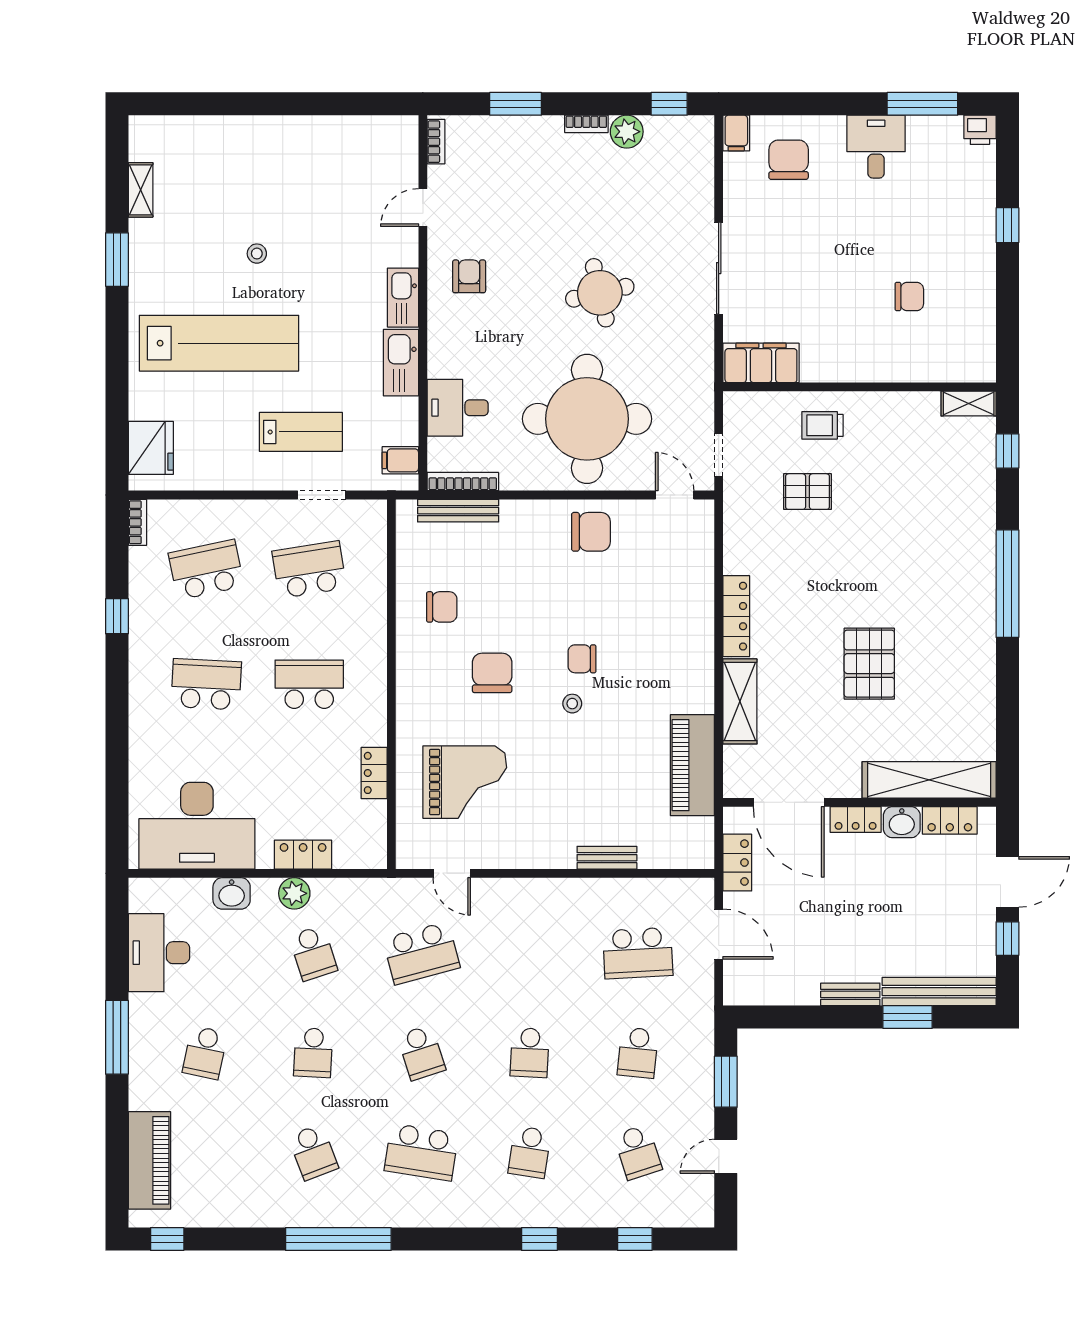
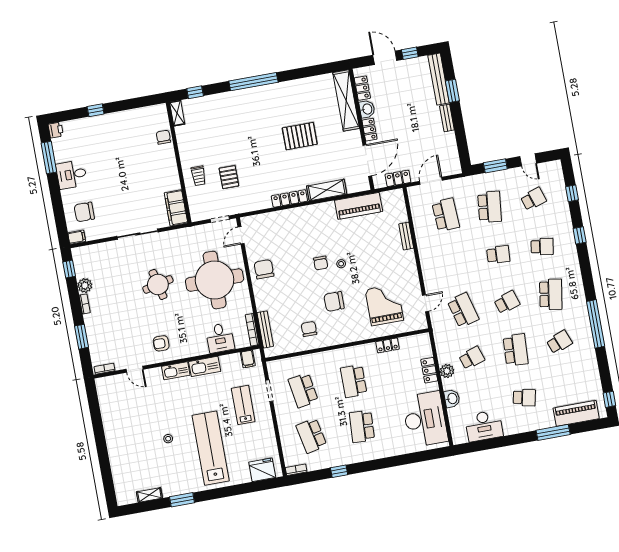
chair: (909, 297) -> (163, 137), moved
window: (117, 1037) -> (553, 432), moved
school desk: (313, 1053) -> (516, 350), width x1.85
school desk: (638, 1053) -> (490, 207), width x1.85

